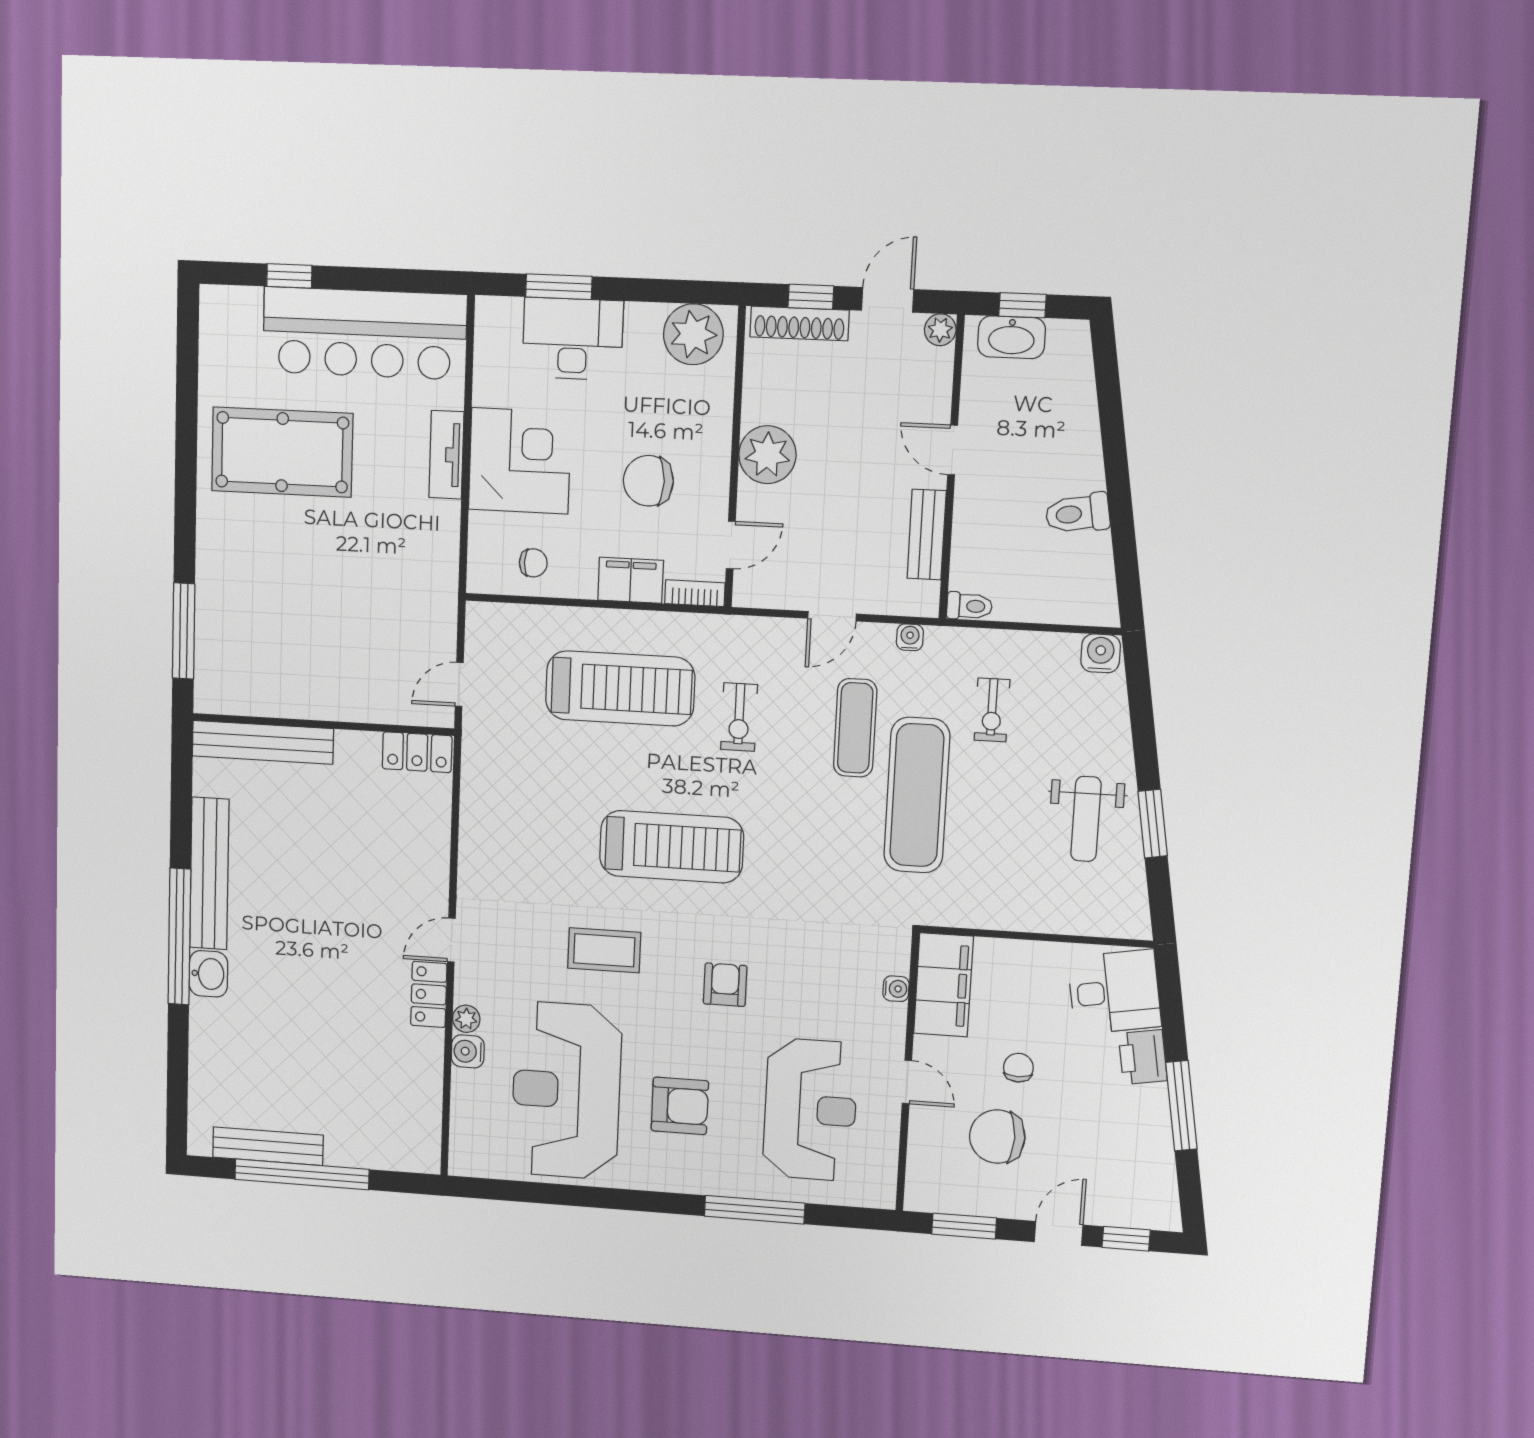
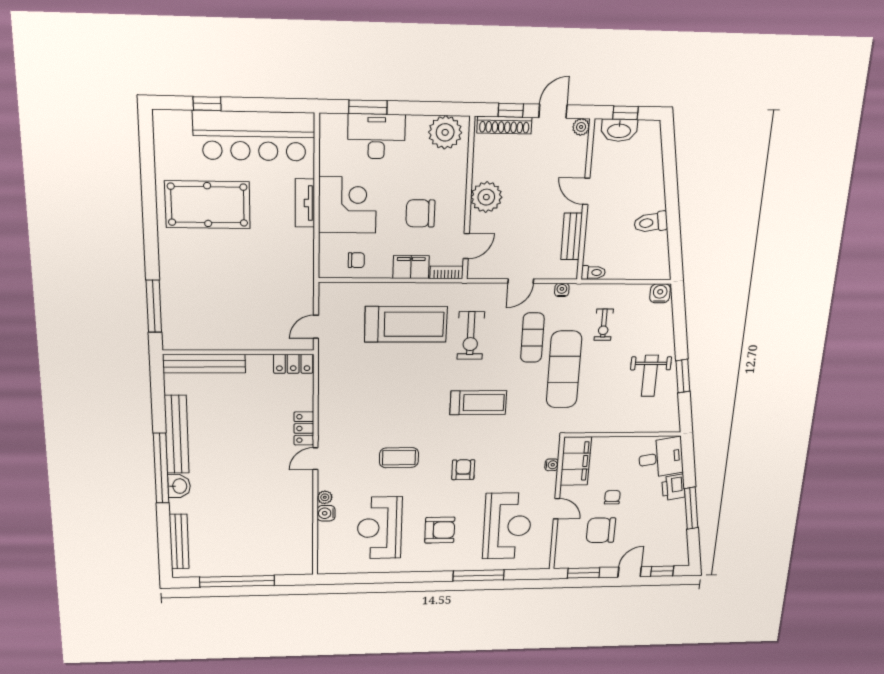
exercise bike: (739, 717) -> (471, 336), width x1.38, depth x1.39
treadmill: (671, 847) -> (478, 403), moved, width x0.73, depth x0.73
locker: (429, 994) -> (304, 428), moved
reception desk: (566, 1091) -> (380, 528), width x0.74, depth x0.77
bench: (268, 1146) -> (179, 541), moved, turned 90

